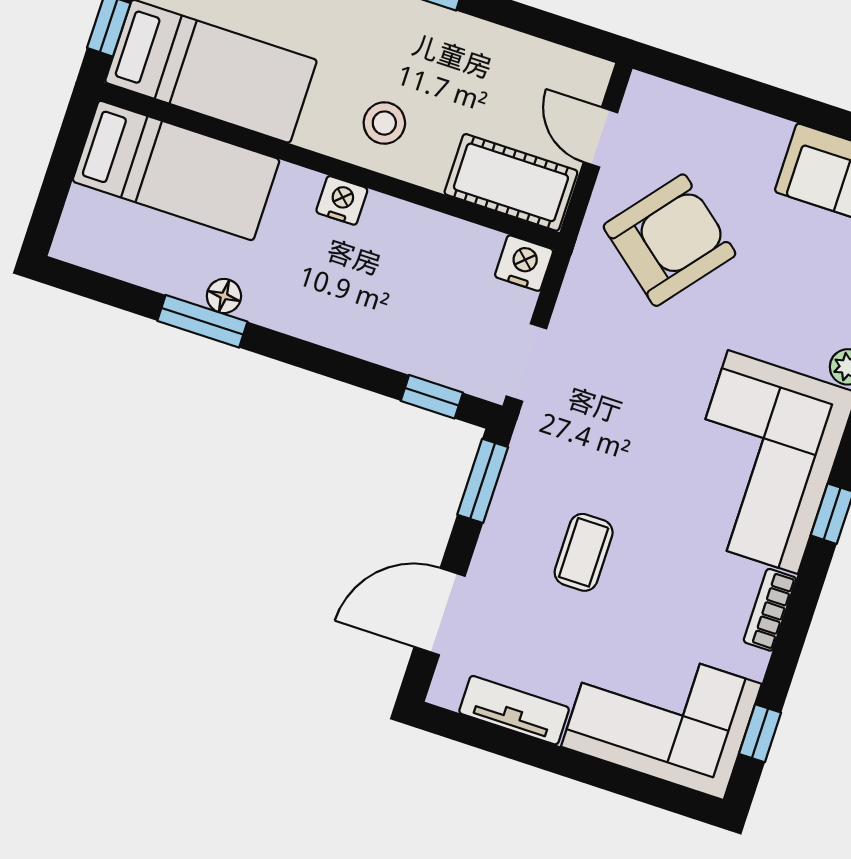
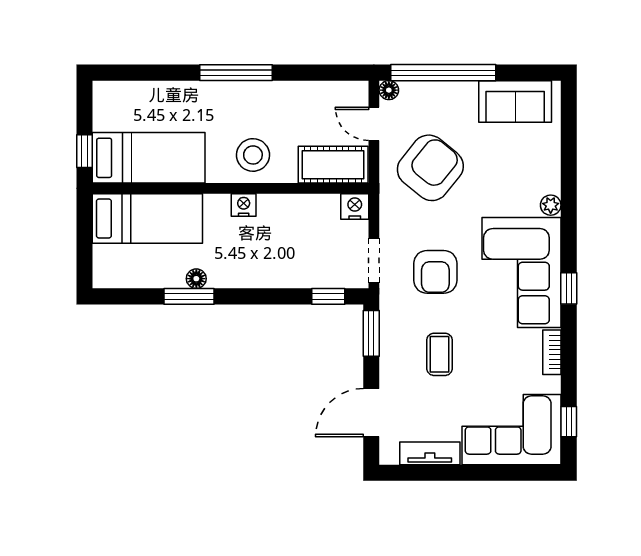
floor lamp: (643, 90) -> (389, 90), added
window: (742, 90) -> (443, 73), added
stool: (384, 123) -> (253, 155), width x1.38, depth x1.38
armchair: (621, 414) -> (435, 272), added

